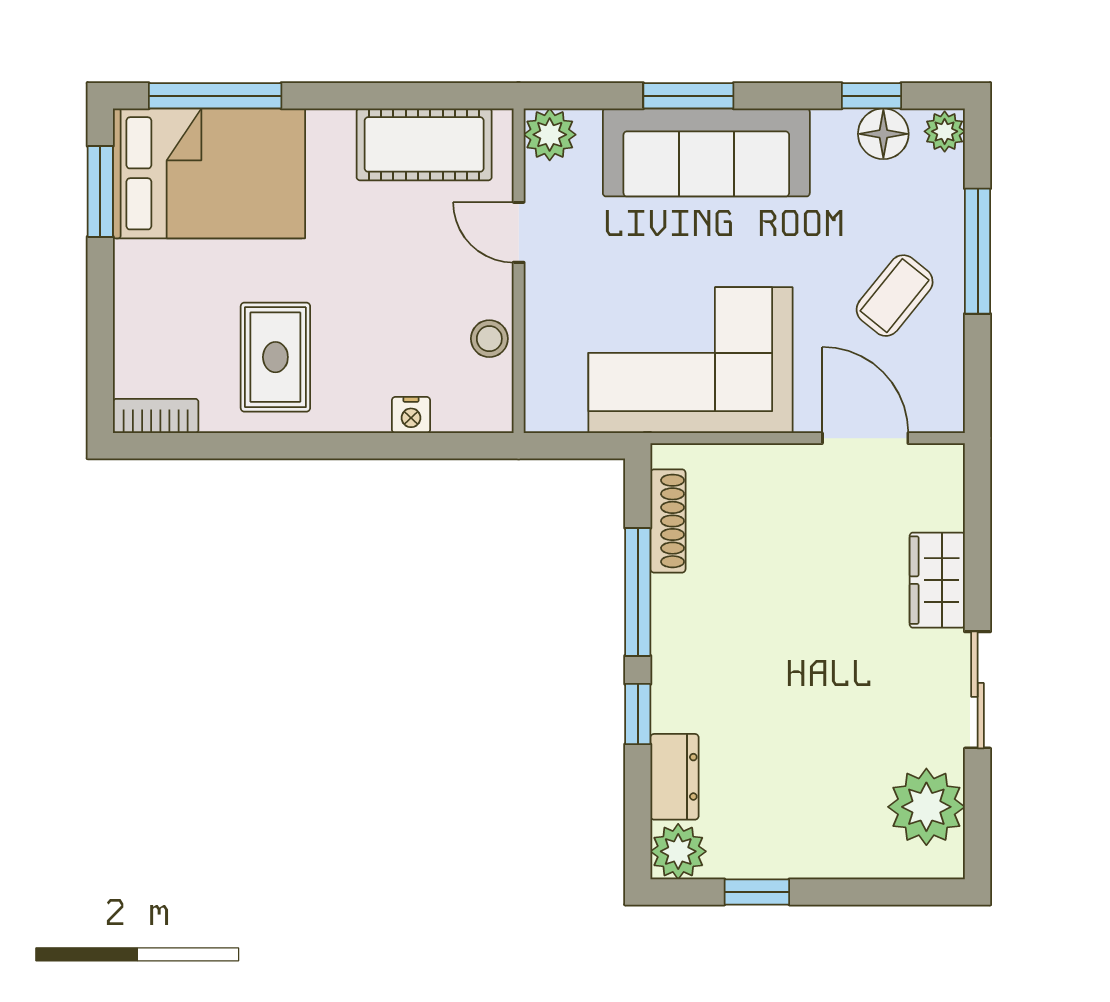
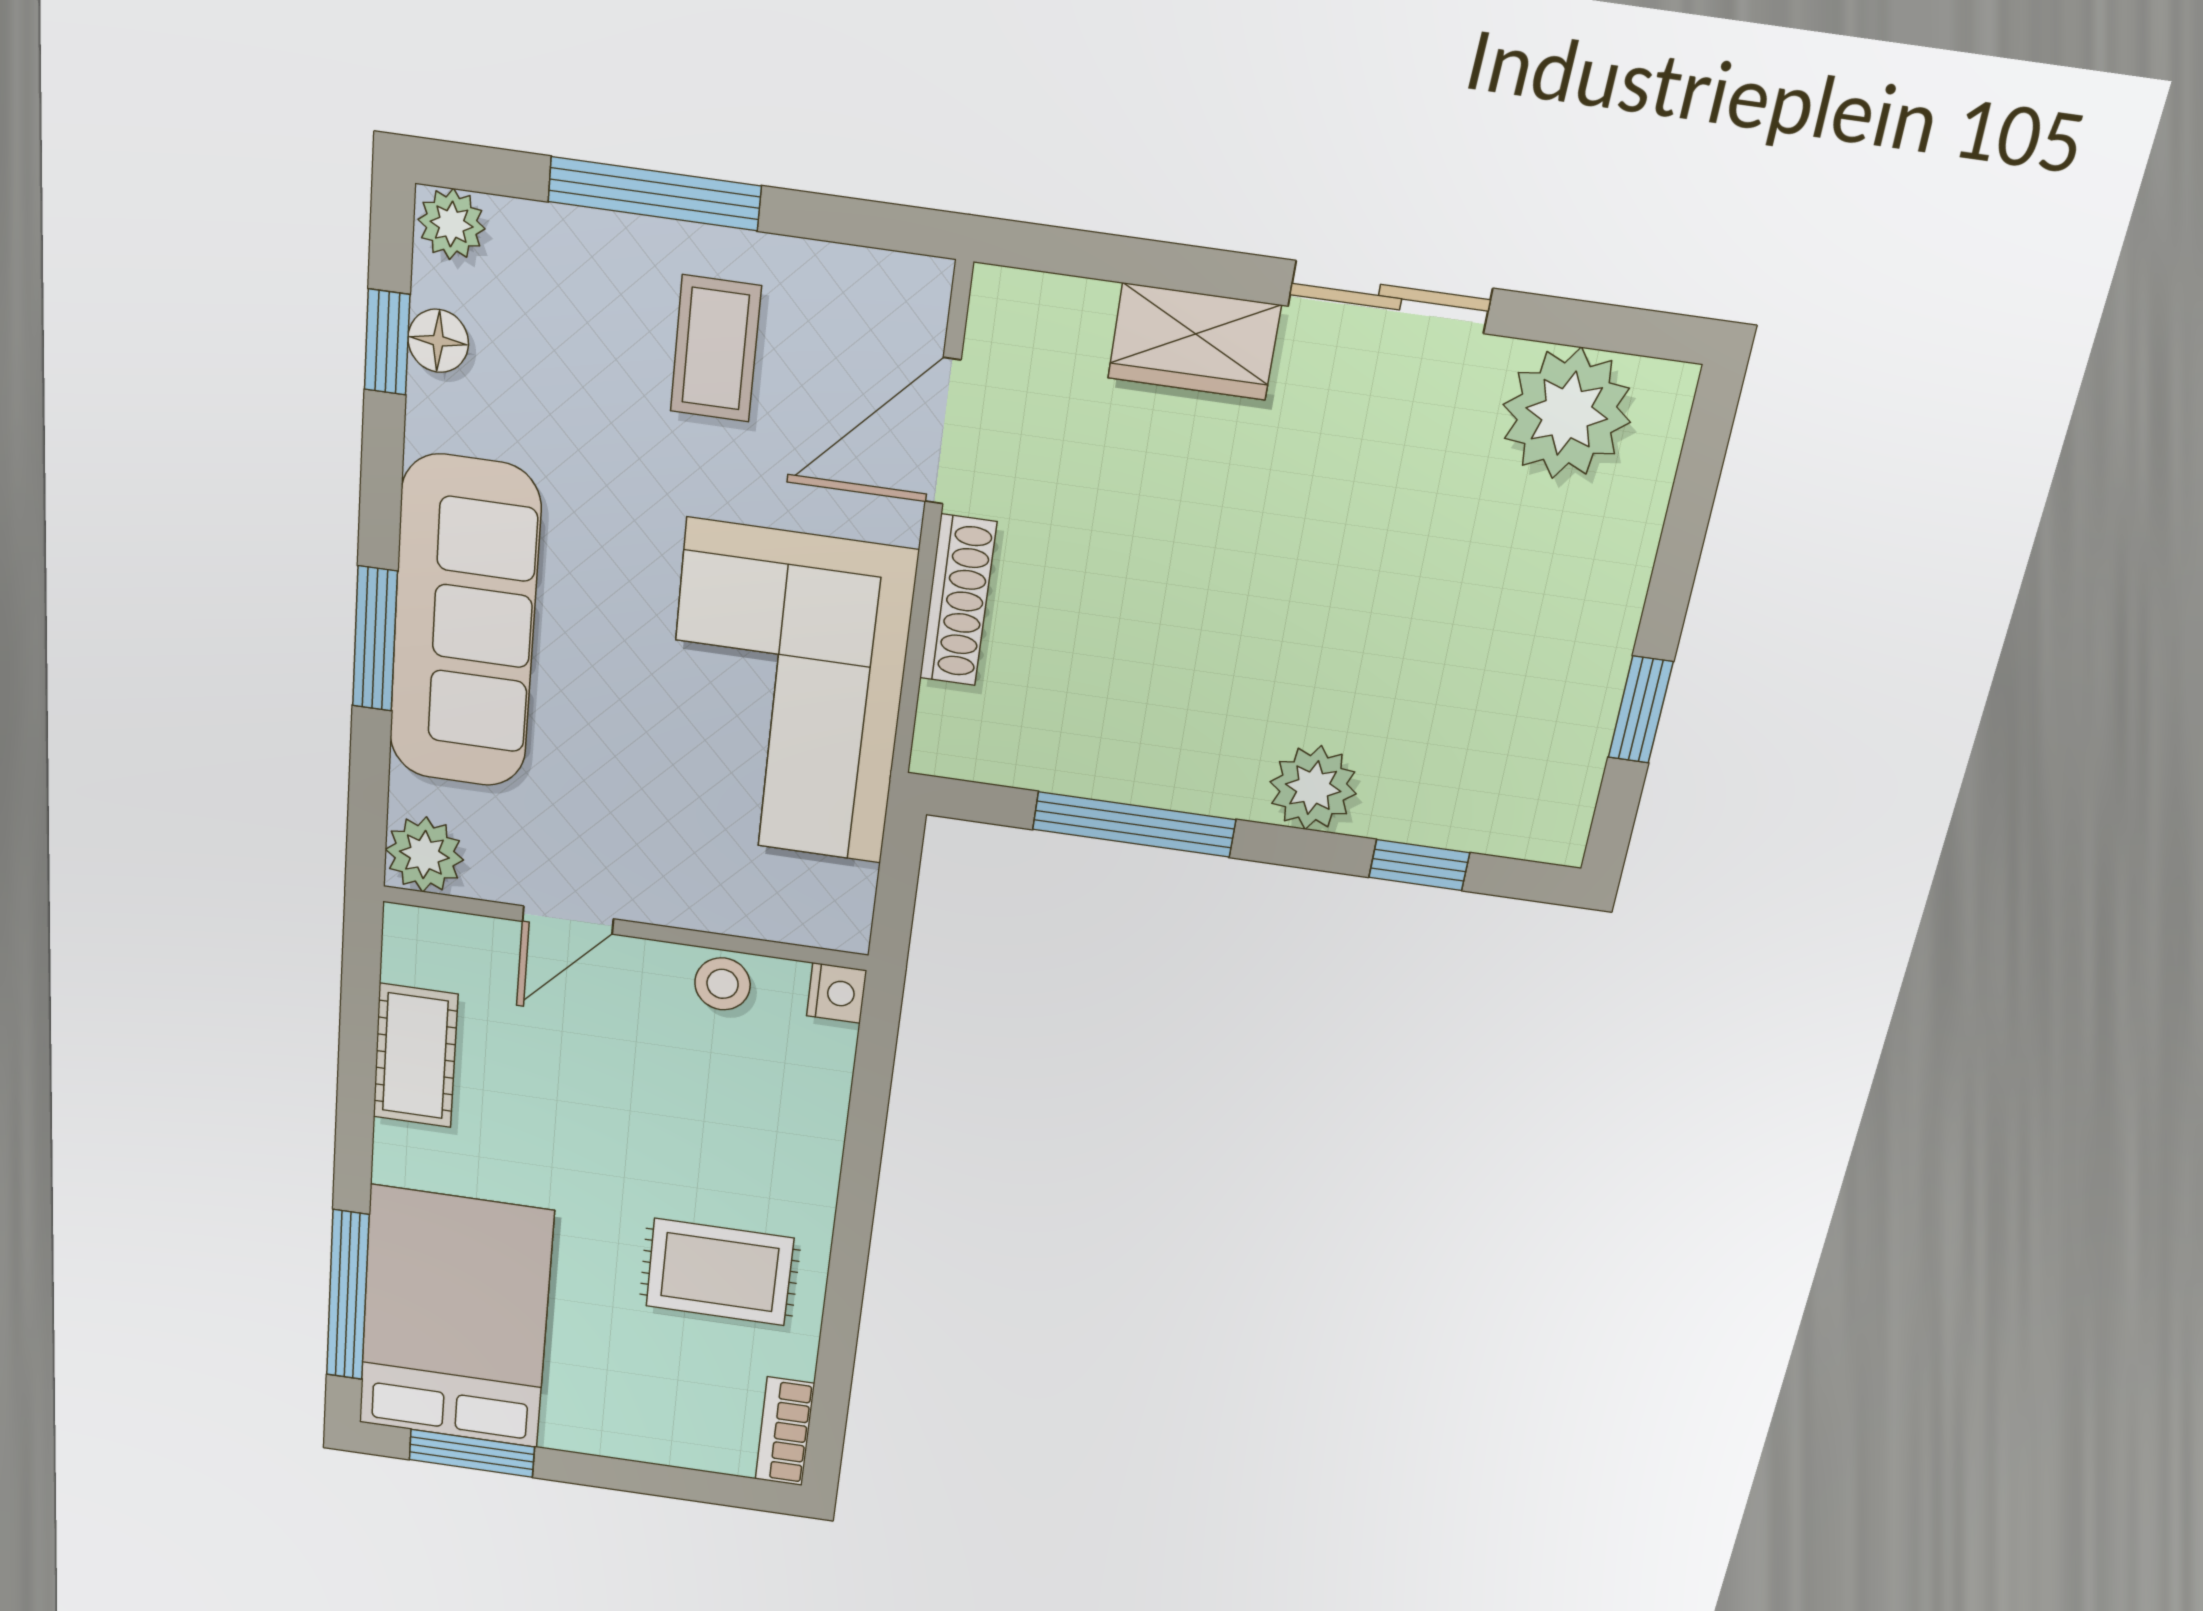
floor lamp: (883, 134) -> (438, 341), width x0.73, depth x0.73
cot: (424, 144) -> (415, 1056), width x0.73, depth x0.75
coffee table: (895, 296) -> (716, 349), turned 51
nightstand: (411, 415) -> (837, 993), moved
shoe rack: (668, 521) -> (958, 600), moved, turned 90
window: (638, 714) -> (1419, 865), moved
dresser: (675, 777) -> (1431, 810), removed
plant: (678, 851) -> (1313, 788), moved

